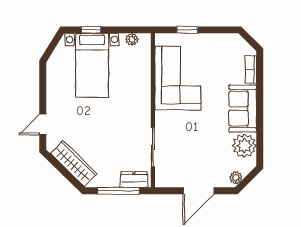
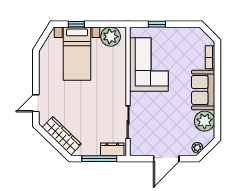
plant: (132, 39) -> (111, 37), width x1.87, depth x1.87

